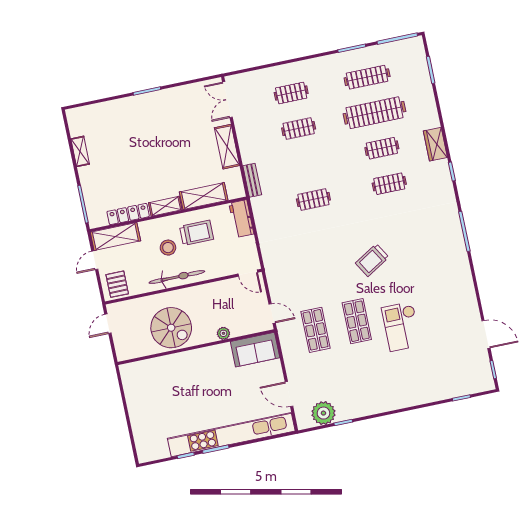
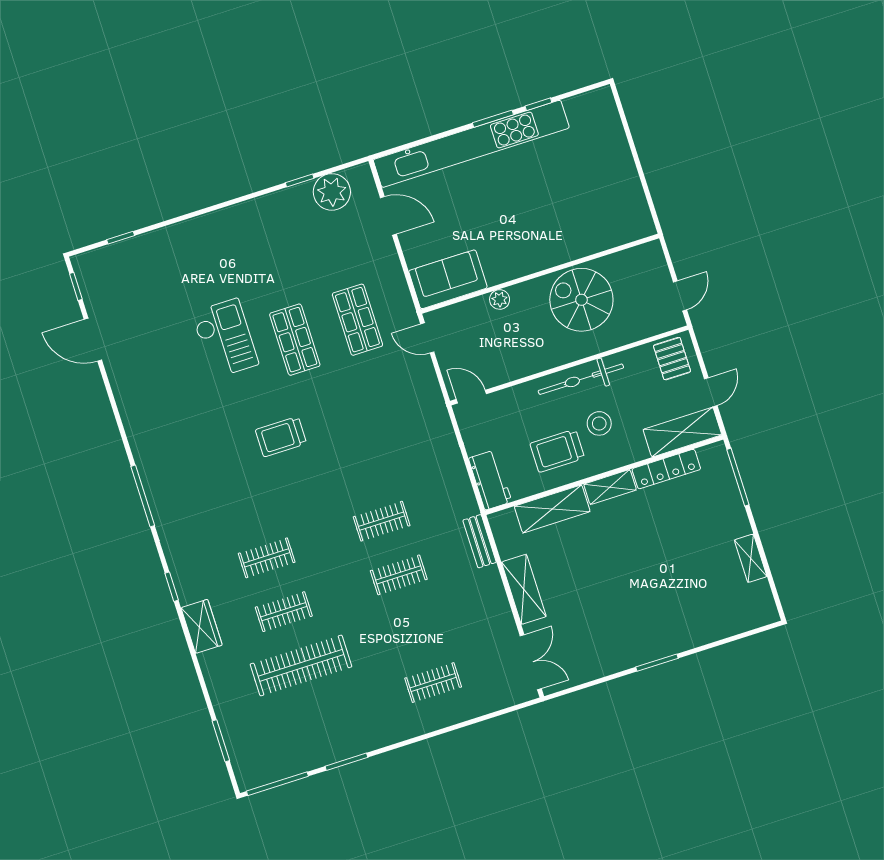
clothes rail: (367, 77) -> (318, 719), removed
clothes rail: (299, 129) -> (399, 575), moved
trolley: (372, 260) -> (281, 437), turned -149

